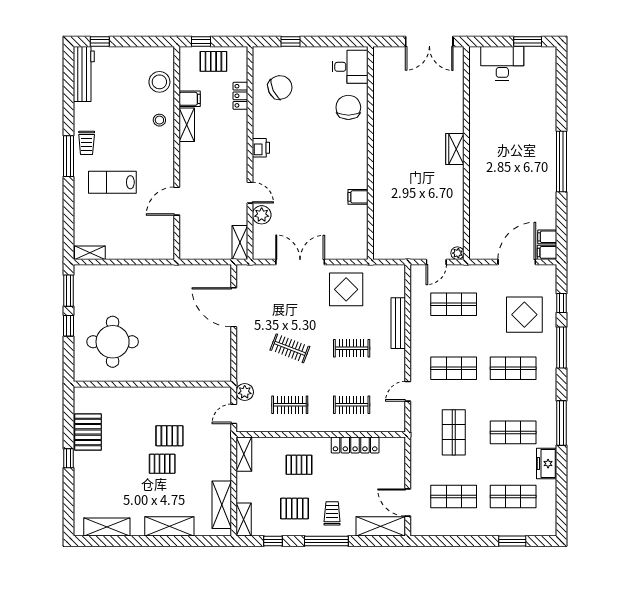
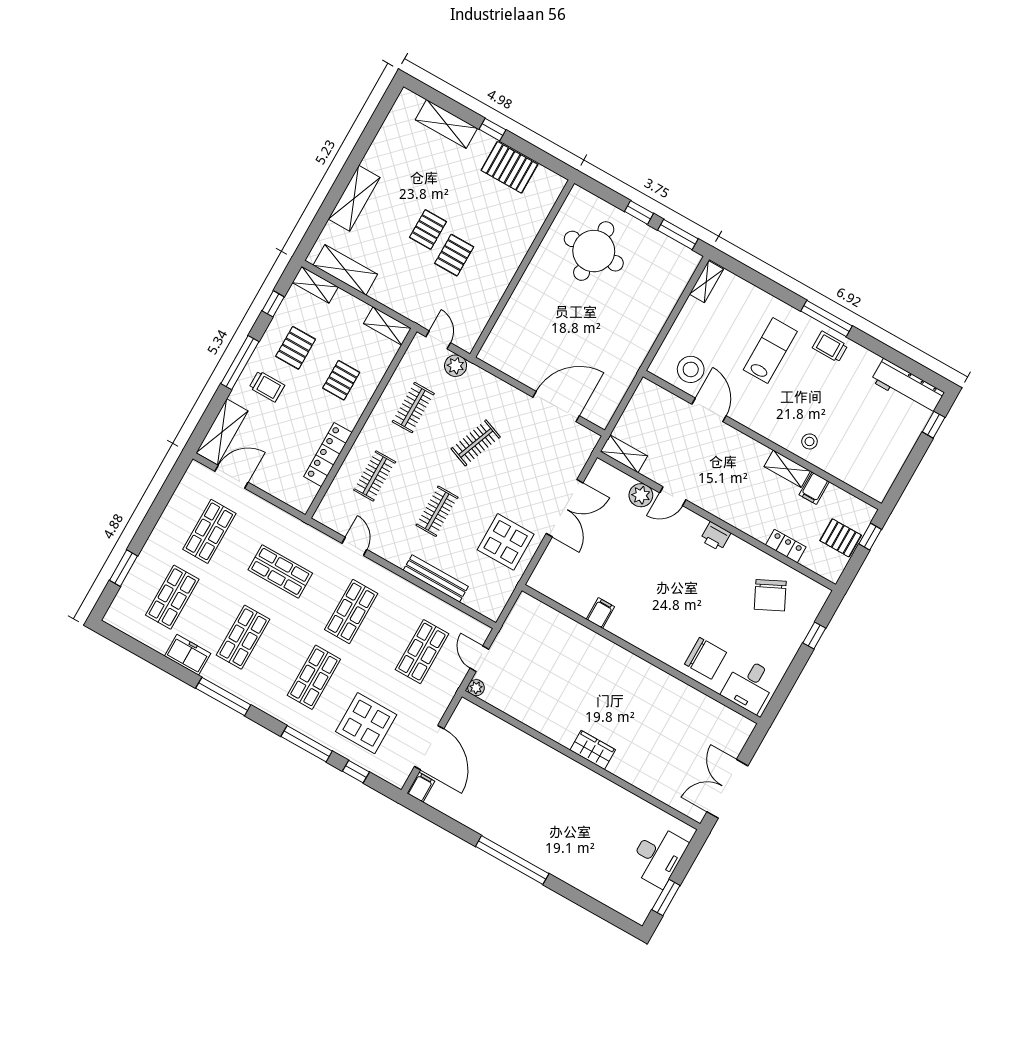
pallet: (213, 61) -> (841, 538), turned 90
stool: (159, 82) -> (691, 369), moved
filing cabinet: (547, 237) -> (438, 797), removed
shelving: (107, 527) -> (446, 124), moved, turned 90

